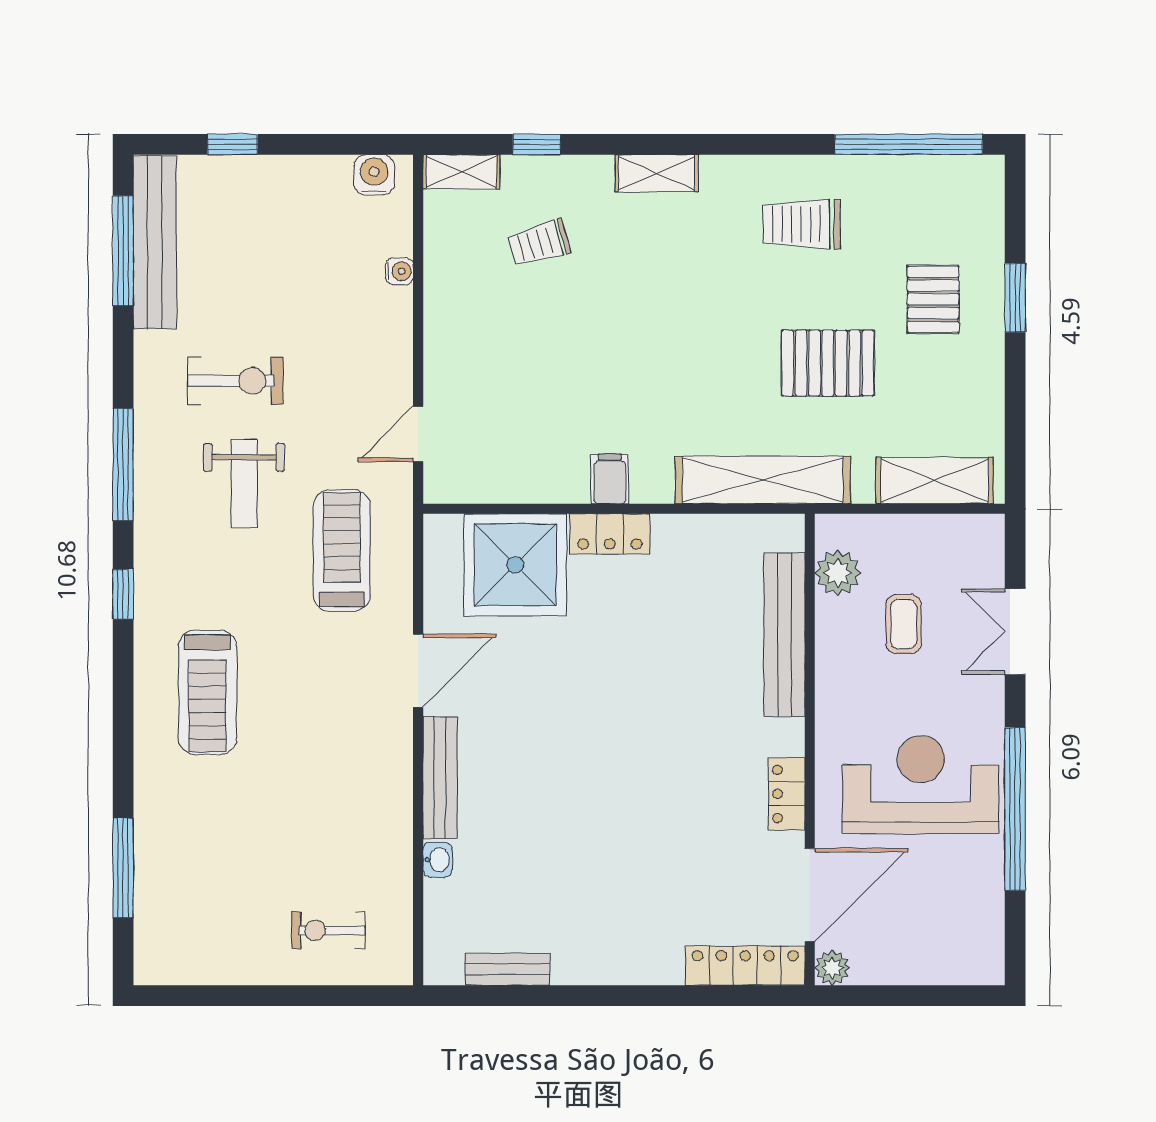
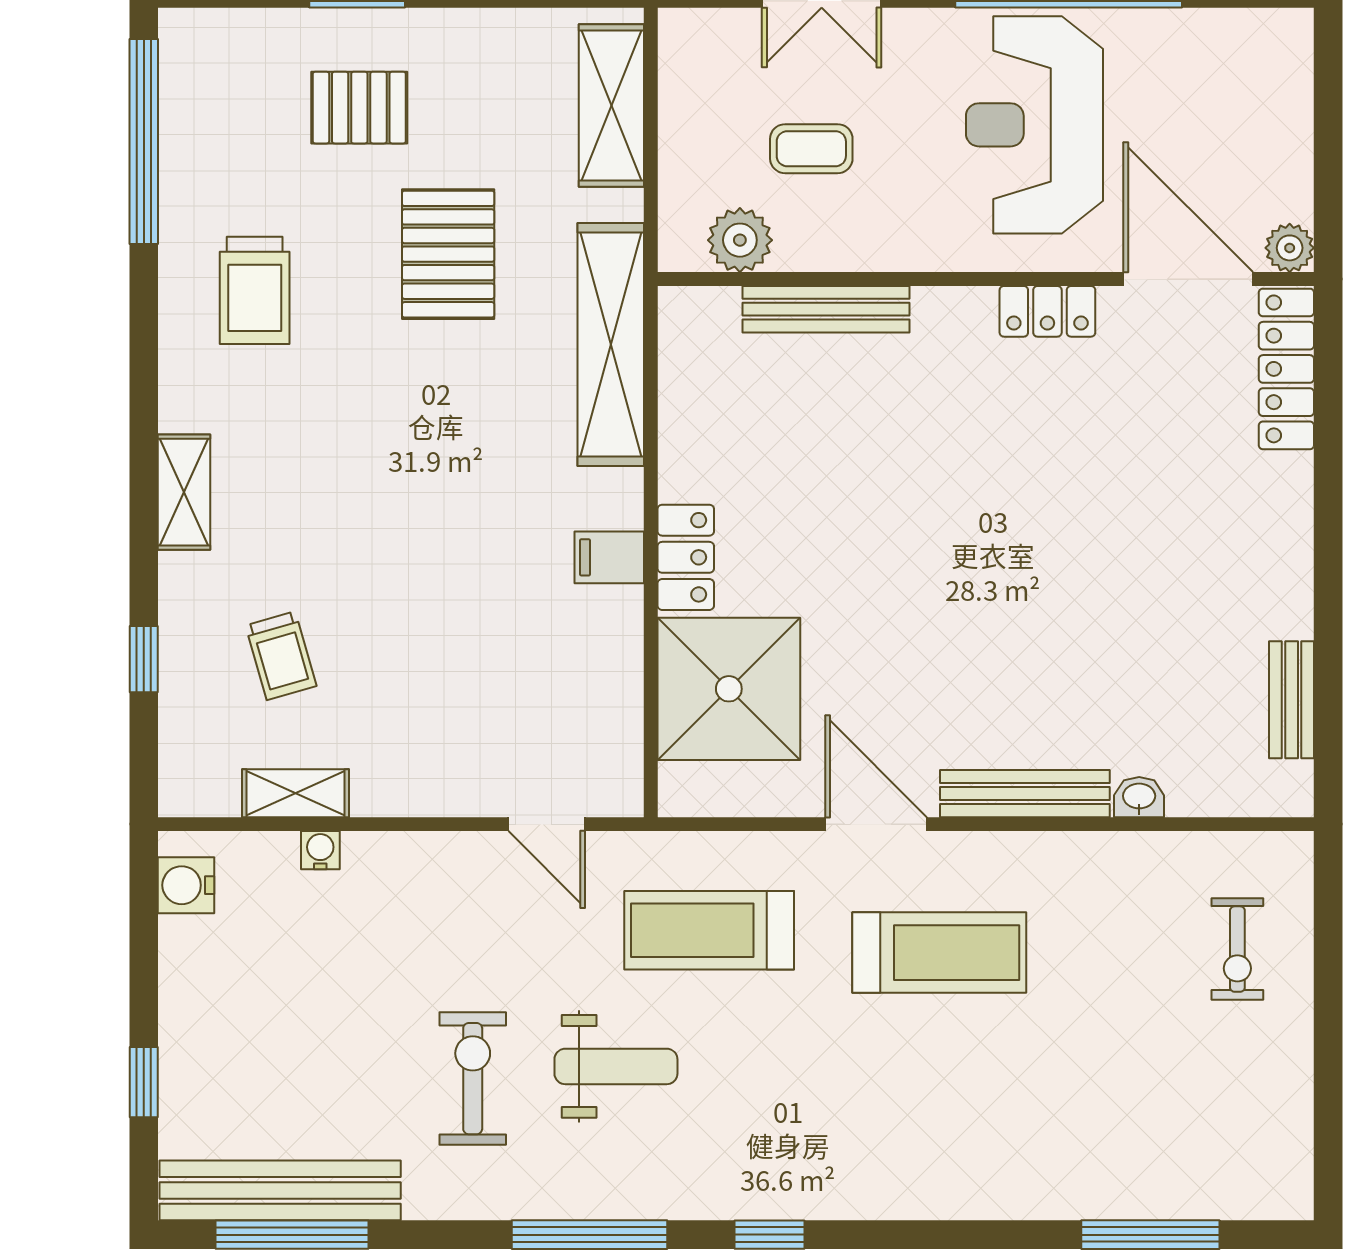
shelving: (461, 172) -> (295, 793), moved, turned 90
bench: (785, 635) -> (826, 309), width x0.73, depth x0.82
treadmill: (207, 692) -> (939, 953), moved

